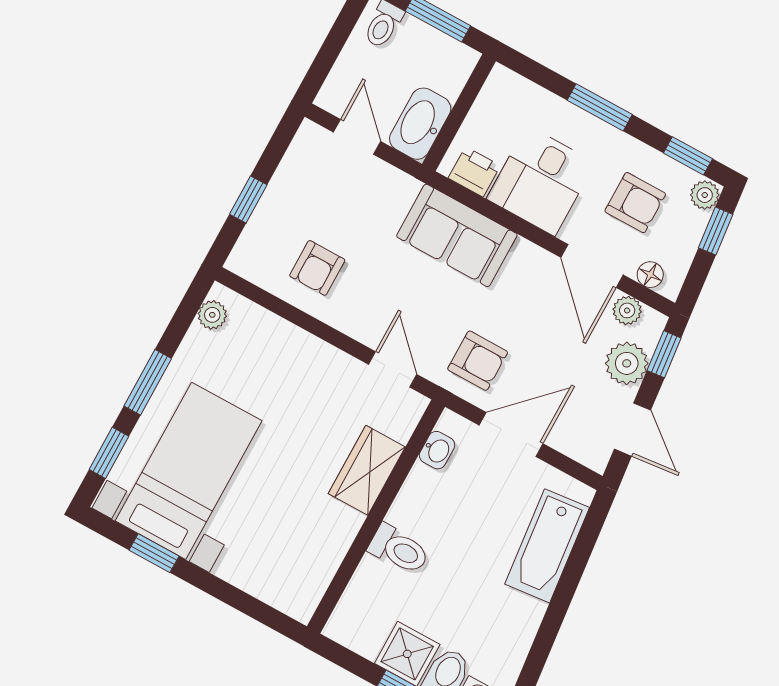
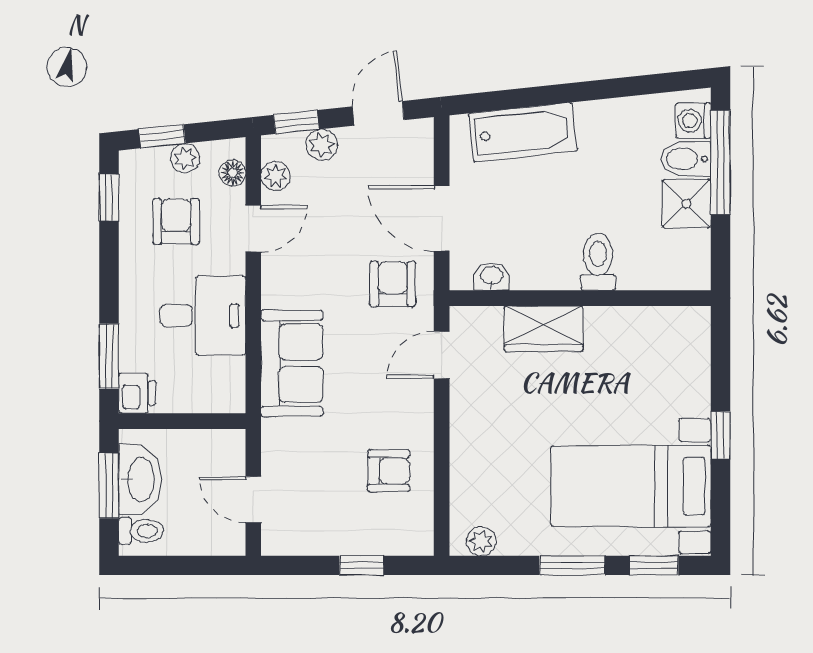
window: (600, 107) -> (109, 356), moved
washbasin: (420, 124) -> (140, 479), moved, turned -90
door: (357, 137) -> (253, 500), hinge flipped
printer: (474, 172) -> (137, 393), moved, turned 180
plant: (705, 195) -> (185, 158), moved
door: (592, 266) -> (253, 229), width x0.73
plant: (627, 363) -> (322, 145), width x0.73, depth x0.73
window: (154, 553) -> (720, 435), moved

